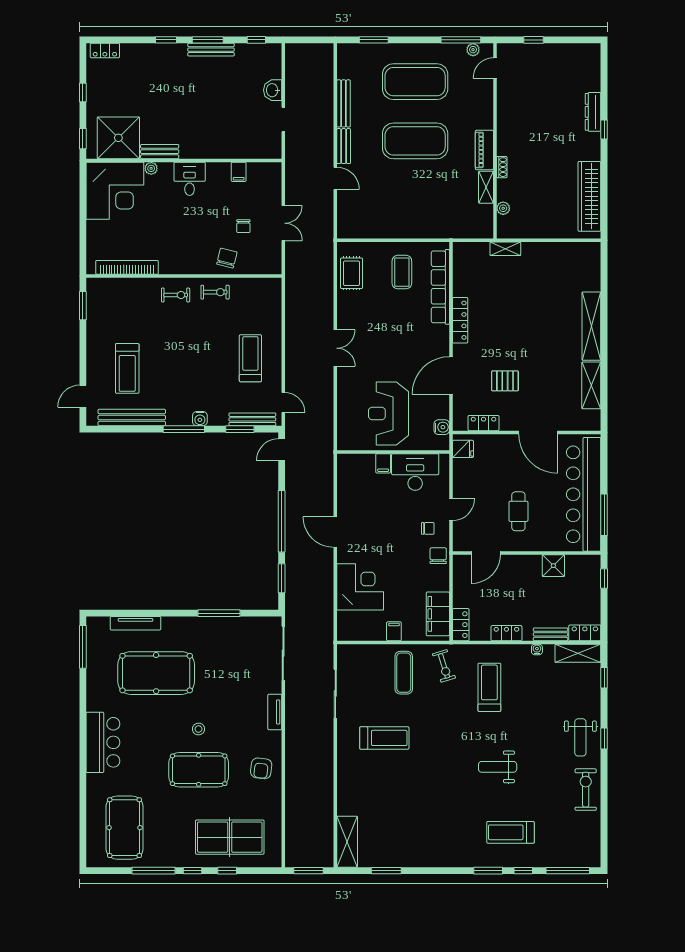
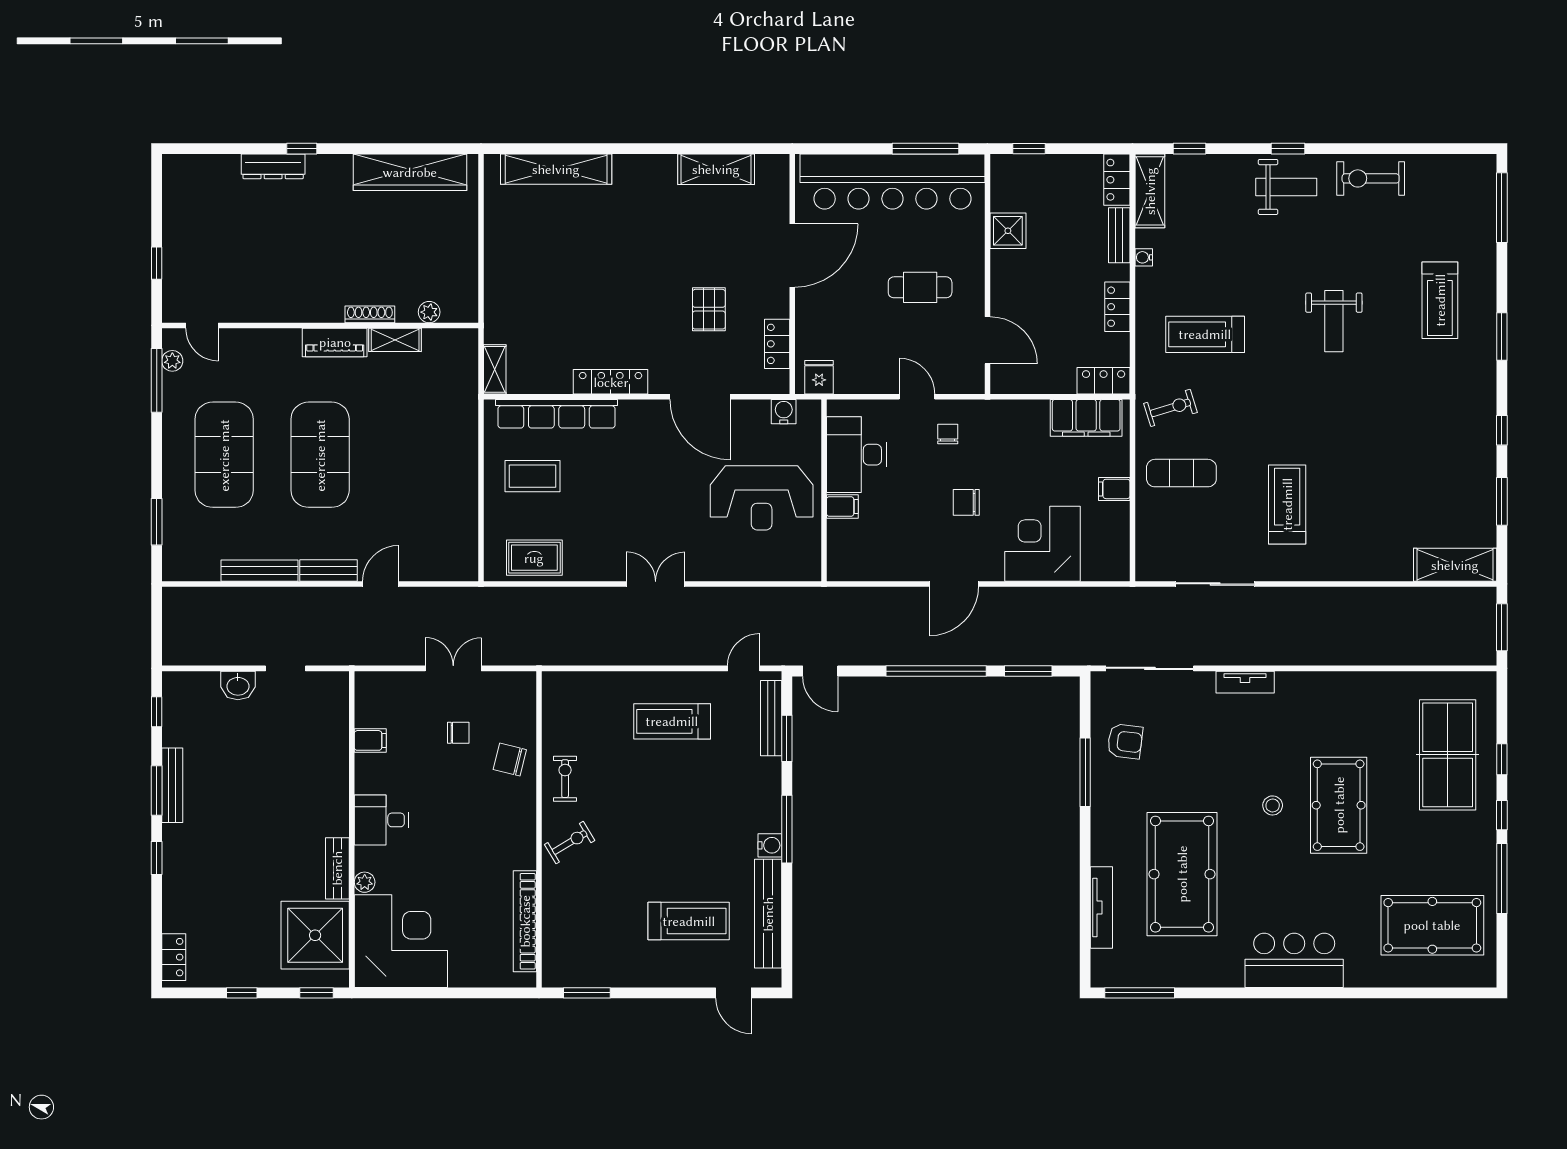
shoe rack: (502, 167) -> (370, 314), width x1.43
shelving: (505, 249) -> (495, 369), moved
exercise bike: (176, 295) -> (570, 842), turned 59
shelving: (591, 326) -> (556, 169), moved
water cooler: (200, 419) -> (770, 845), moved
chair: (438, 556) -> (966, 502), moved
armchair: (261, 768) -> (1125, 741), moved
window: (523, 871) -> (1502, 430), moved

